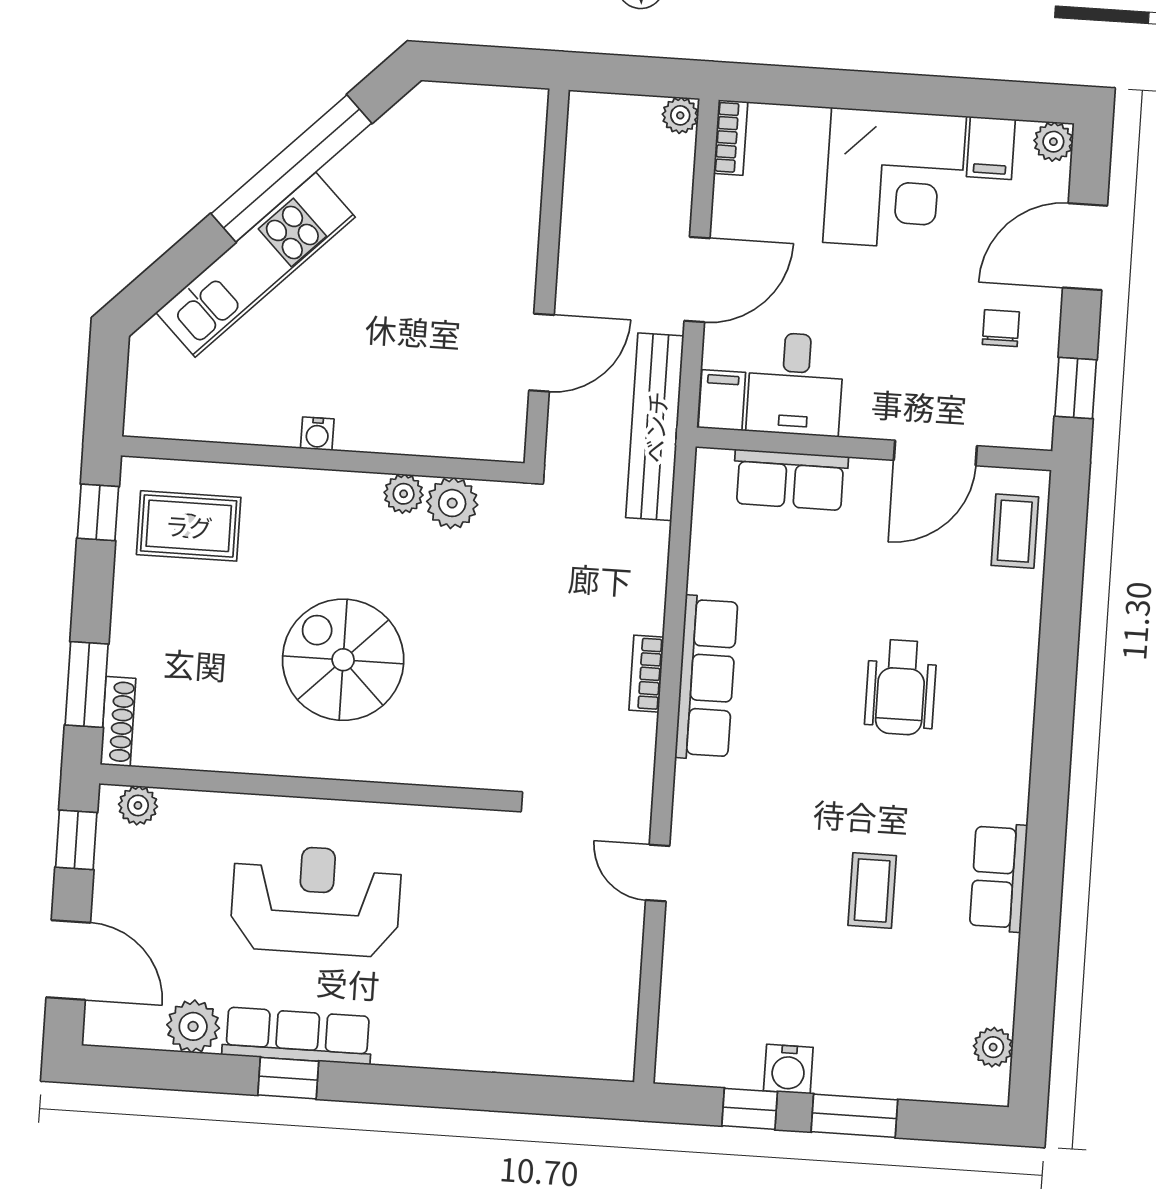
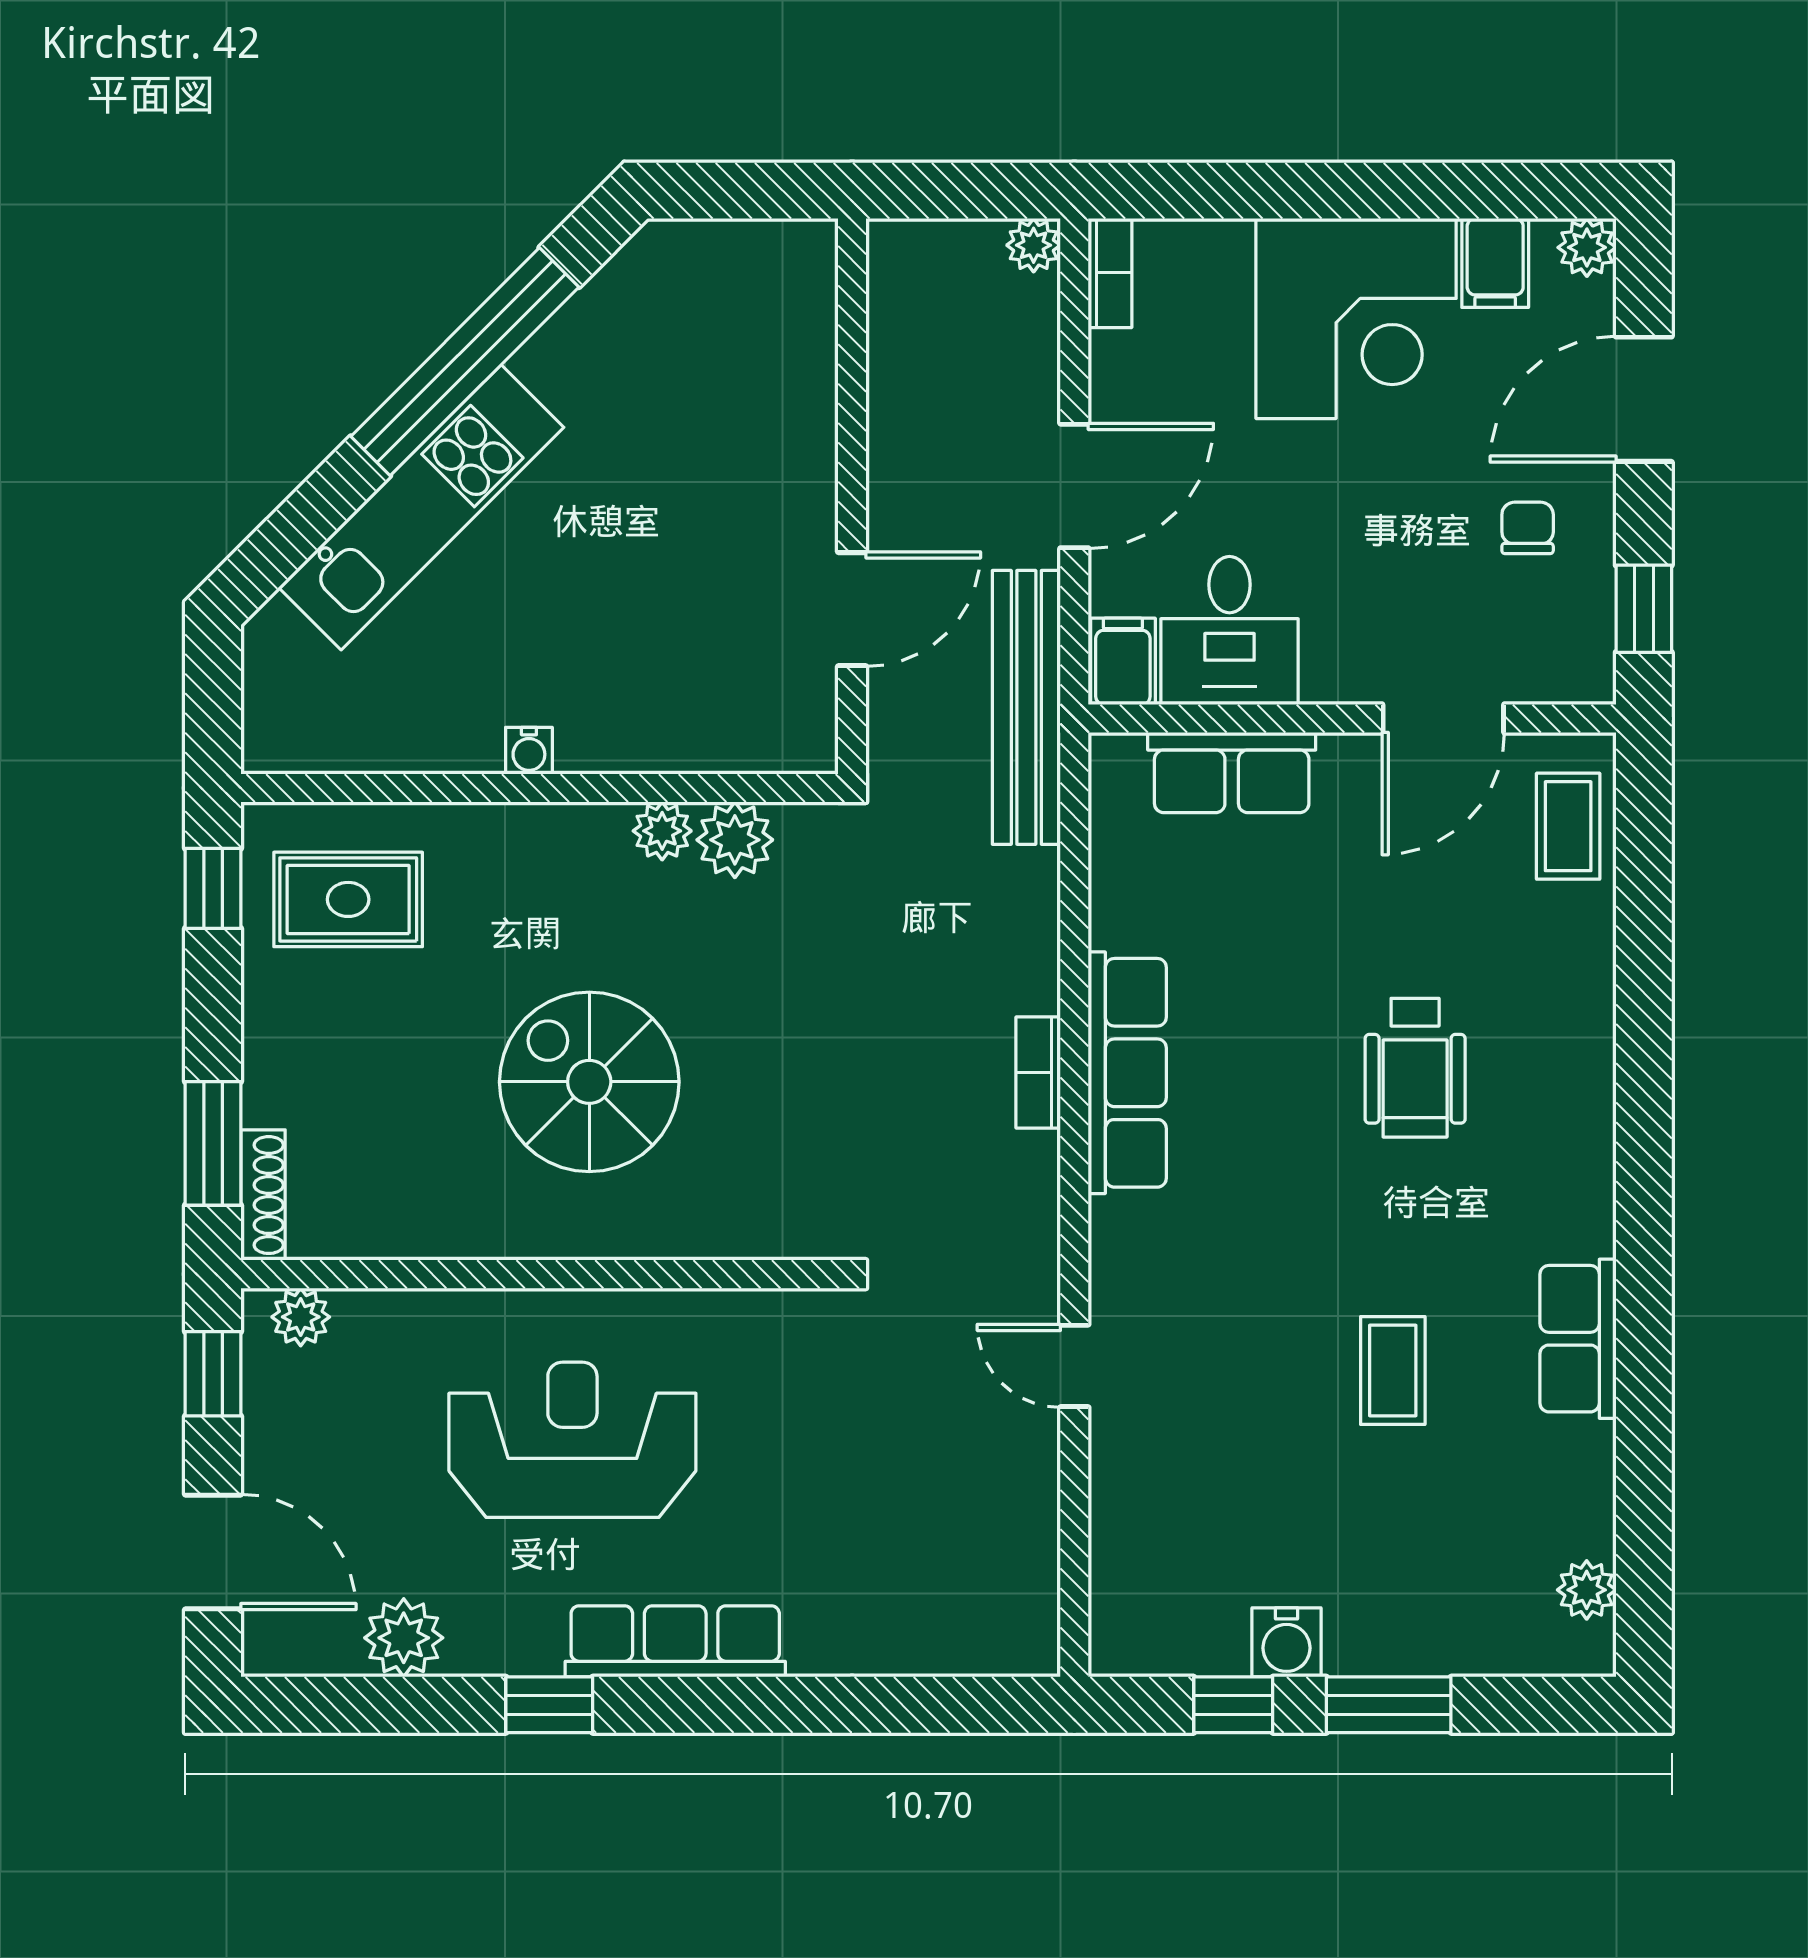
row of seats: (297, 1036) -> (675, 1641), moved

